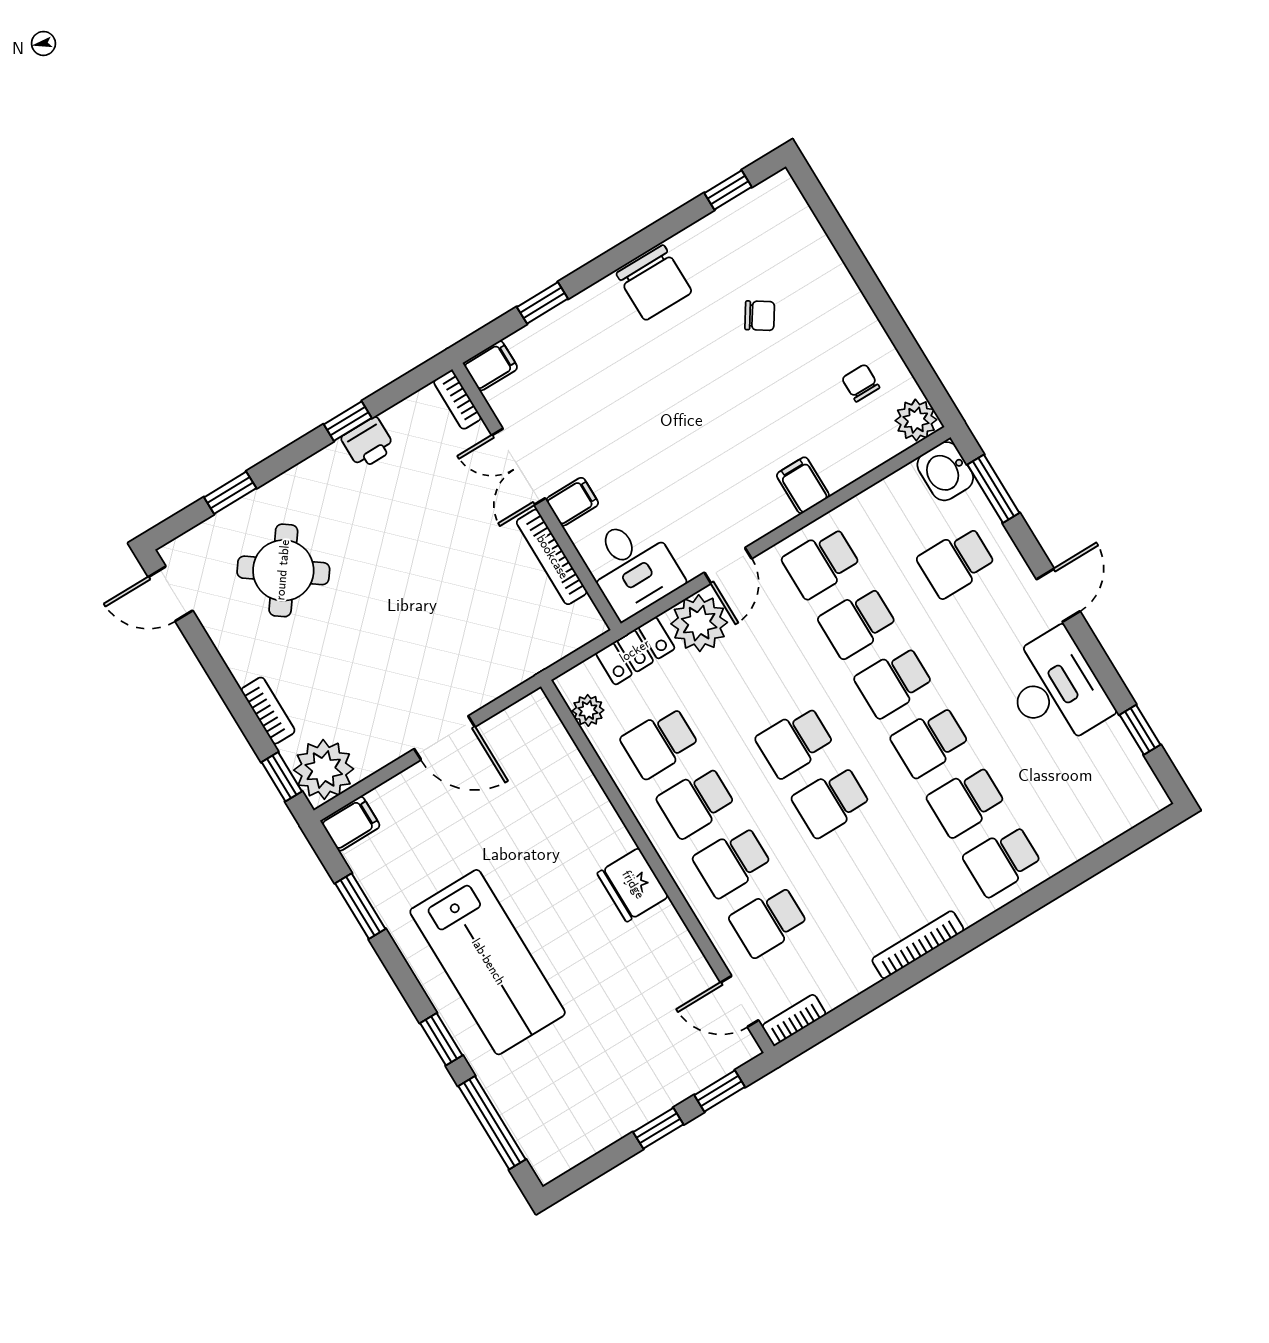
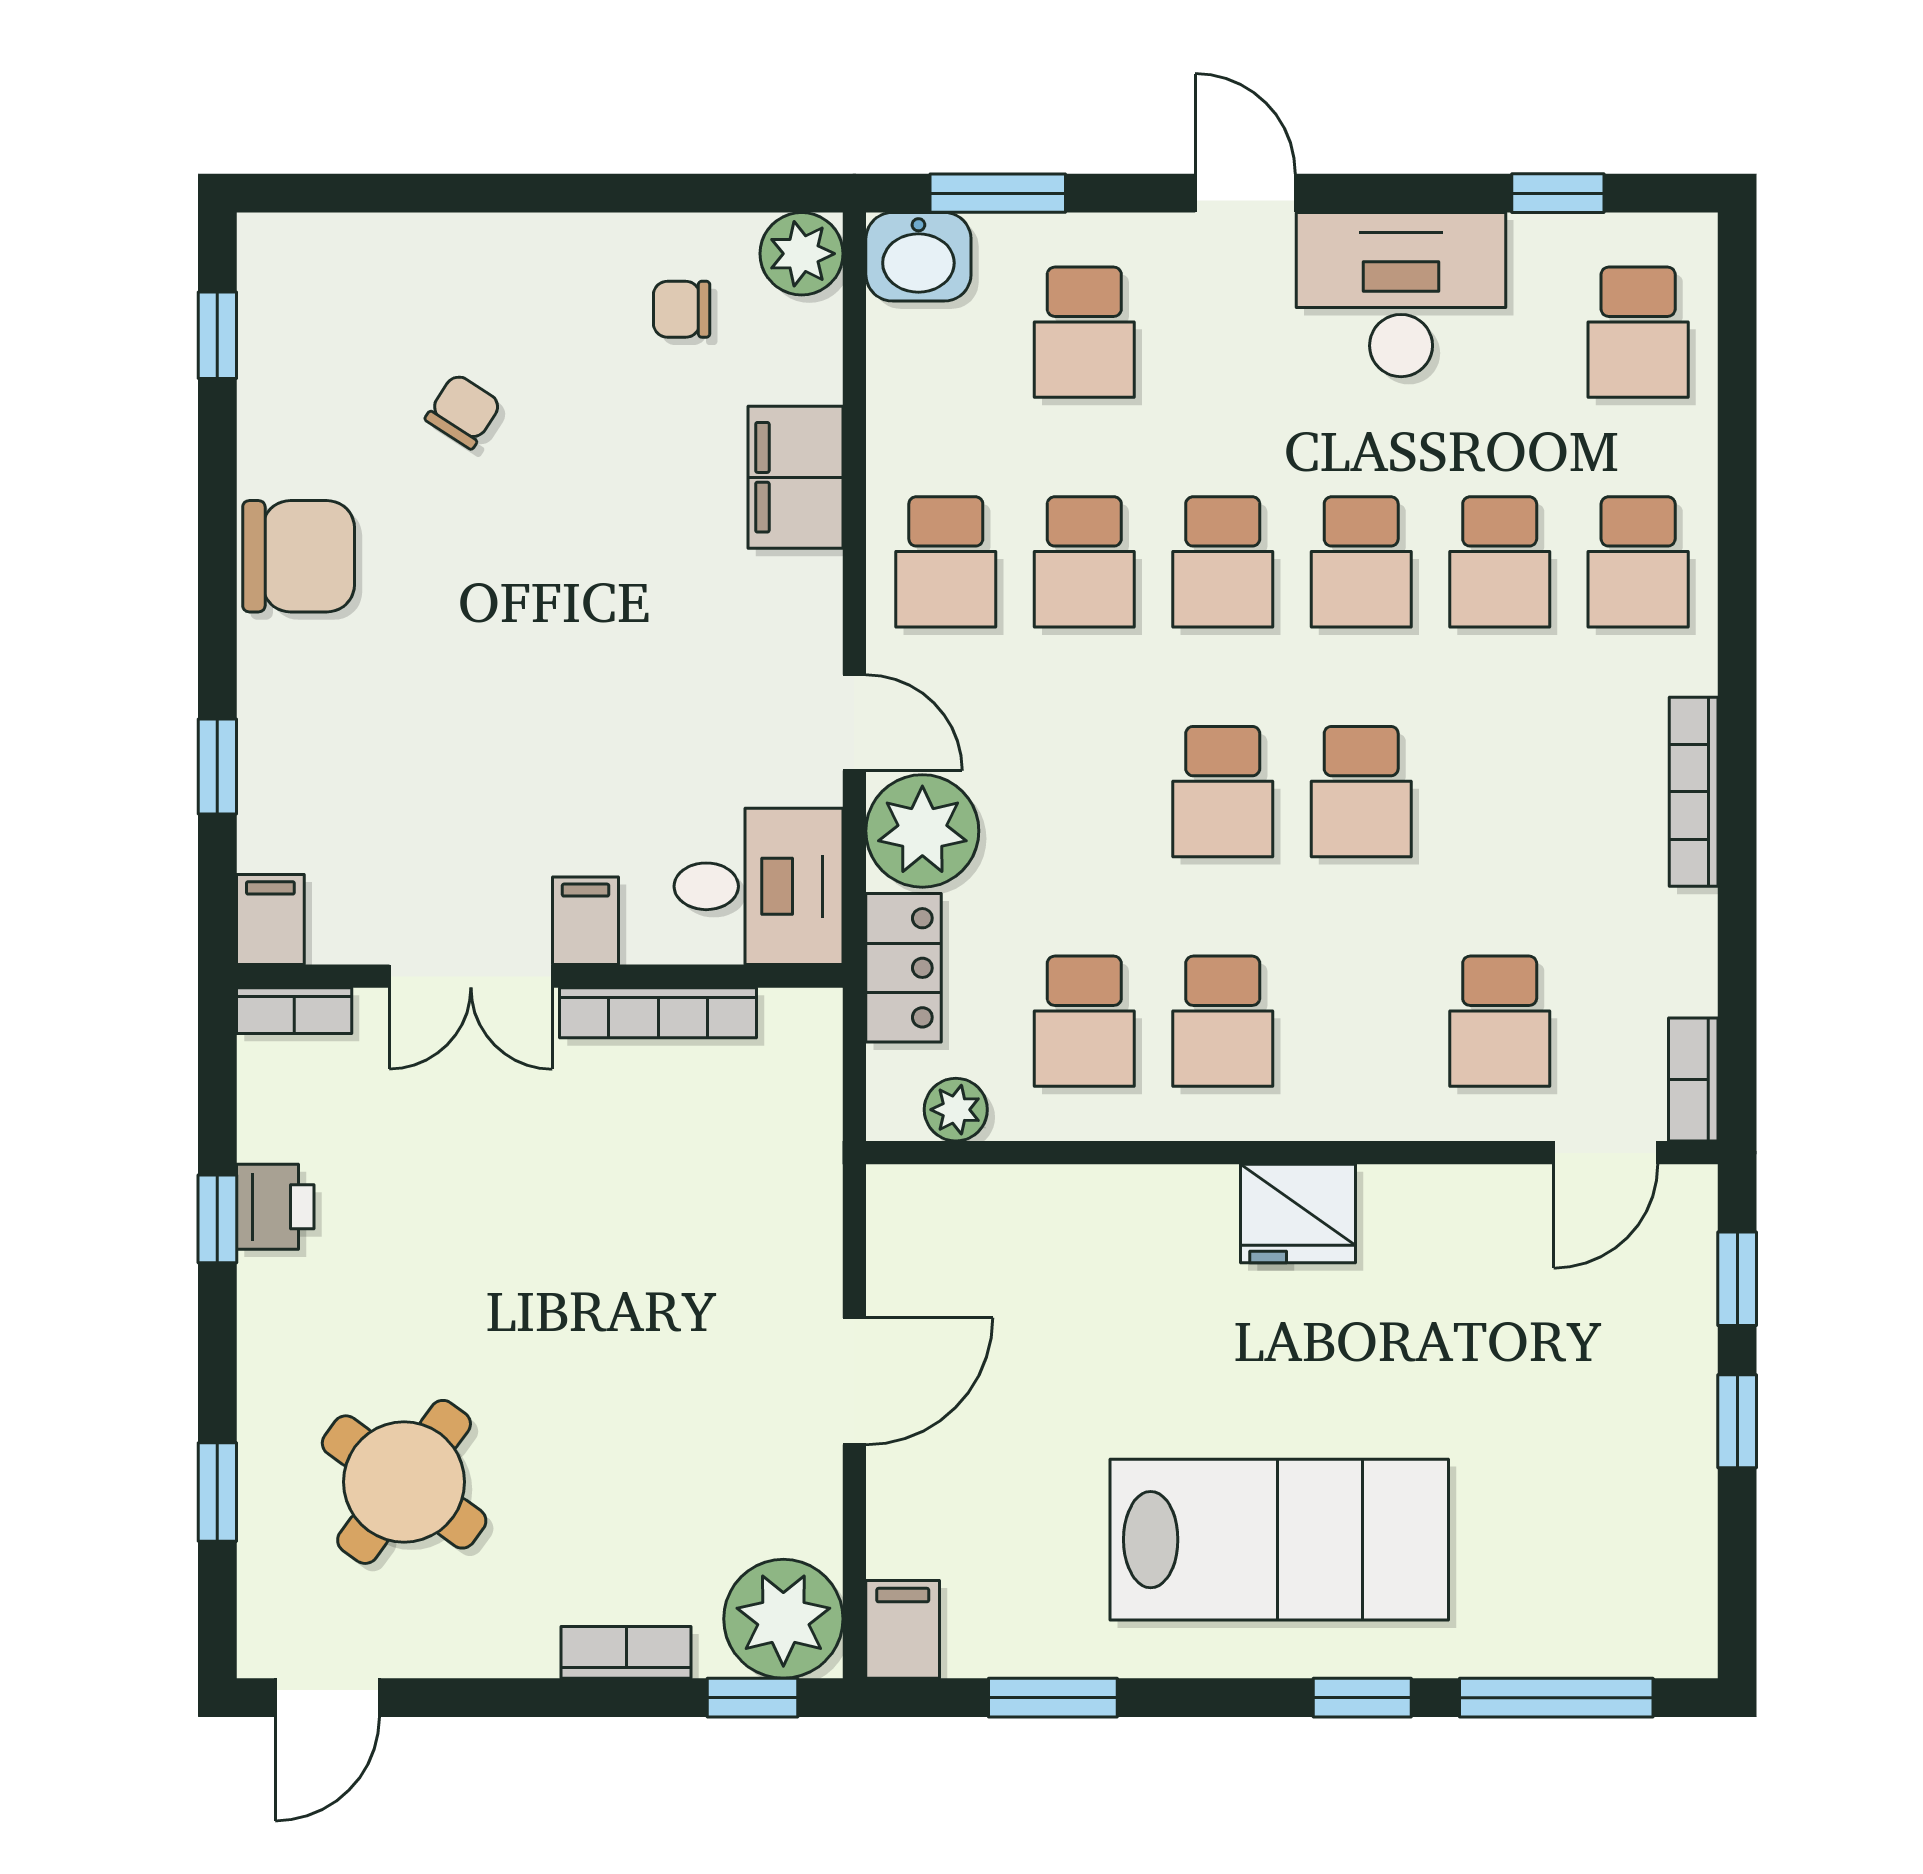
filing cabinet: (803, 485) -> (796, 477), width x2.00
school desk: (732, 862) -> (1638, 332), moved

